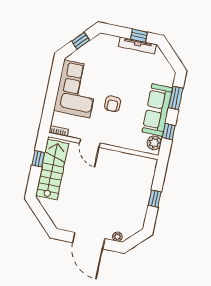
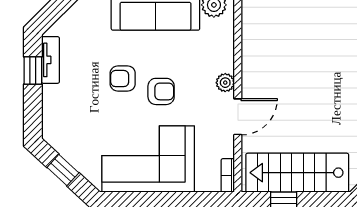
tv unit: (137, 45) -> (50, 60), width x0.71
armchair: (124, 84) -> (123, 79), added
plant: (110, 140) -> (225, 83), added

